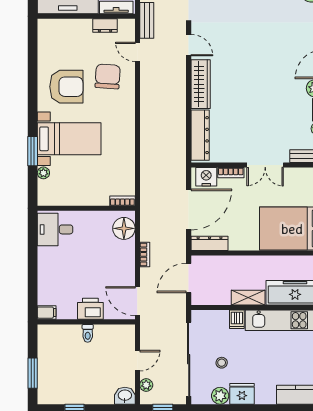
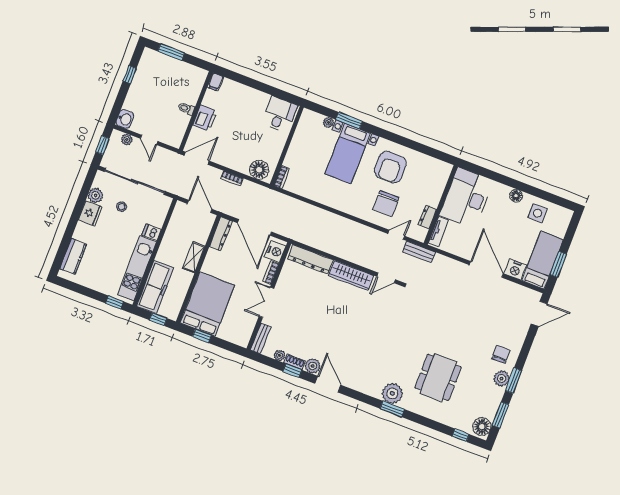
chair: (108, 76) -> (386, 203), turned 86
shelving: (248, 298) -> (194, 257), moved

